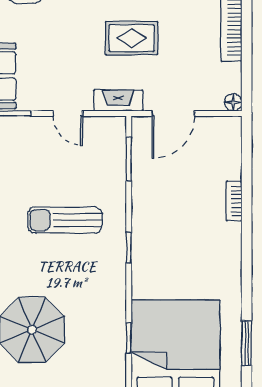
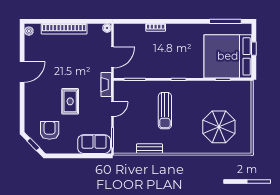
rug: (132, 38) -> (70, 101), moved
door: (173, 113) -> (113, 57), hinge flipped
window: (247, 343) -> (225, 21), width x1.44

